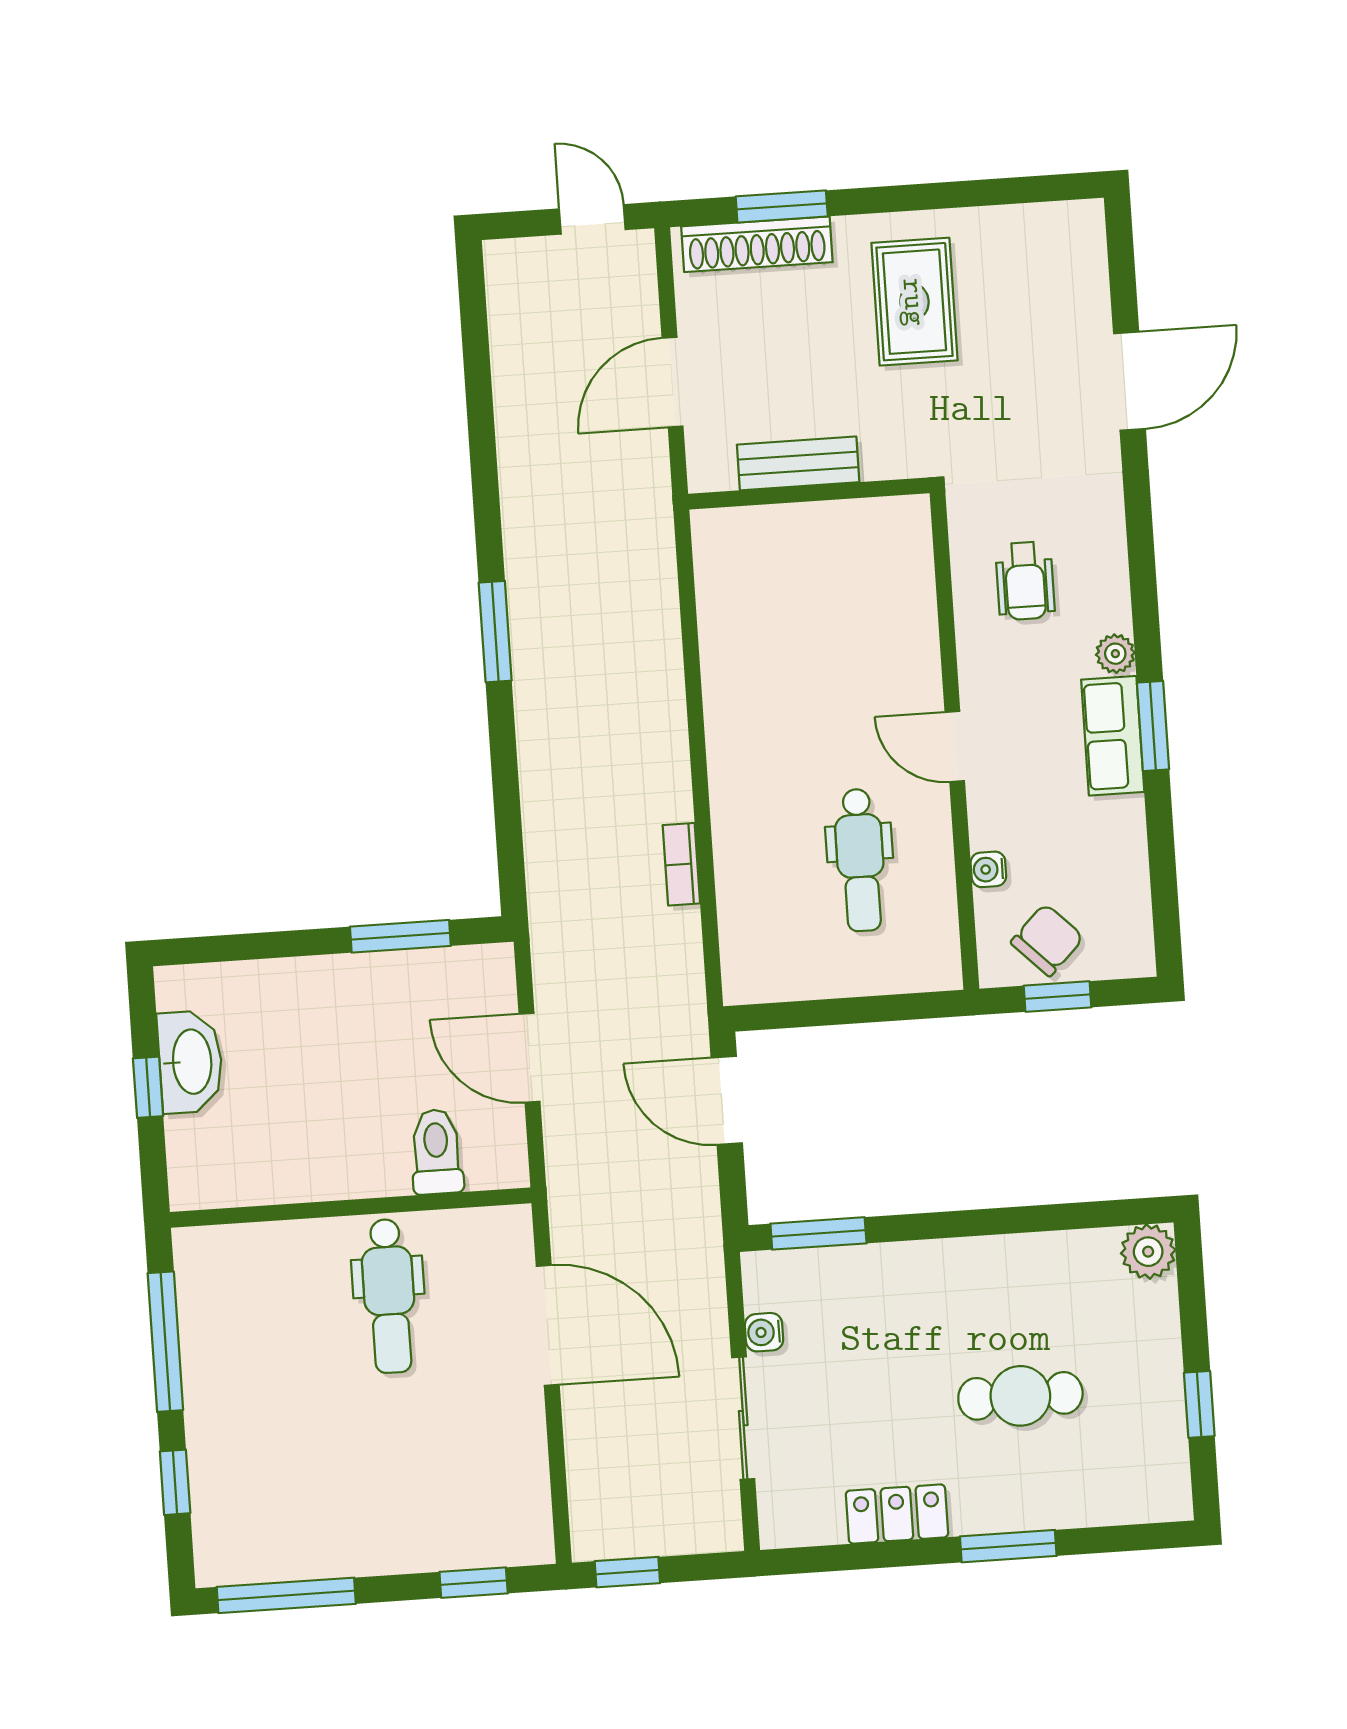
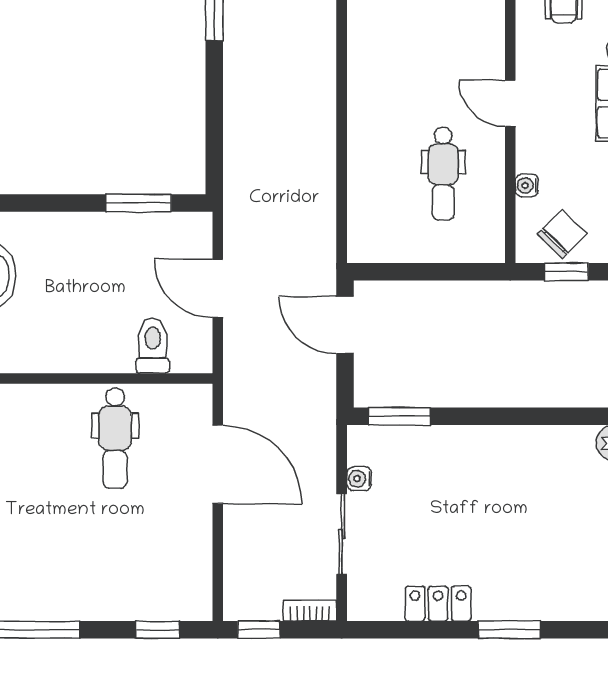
bookcase: (681, 864) -> (310, 610), moved, turned 90
cafe table: (1020, 1396) -> (524, 532), removed

